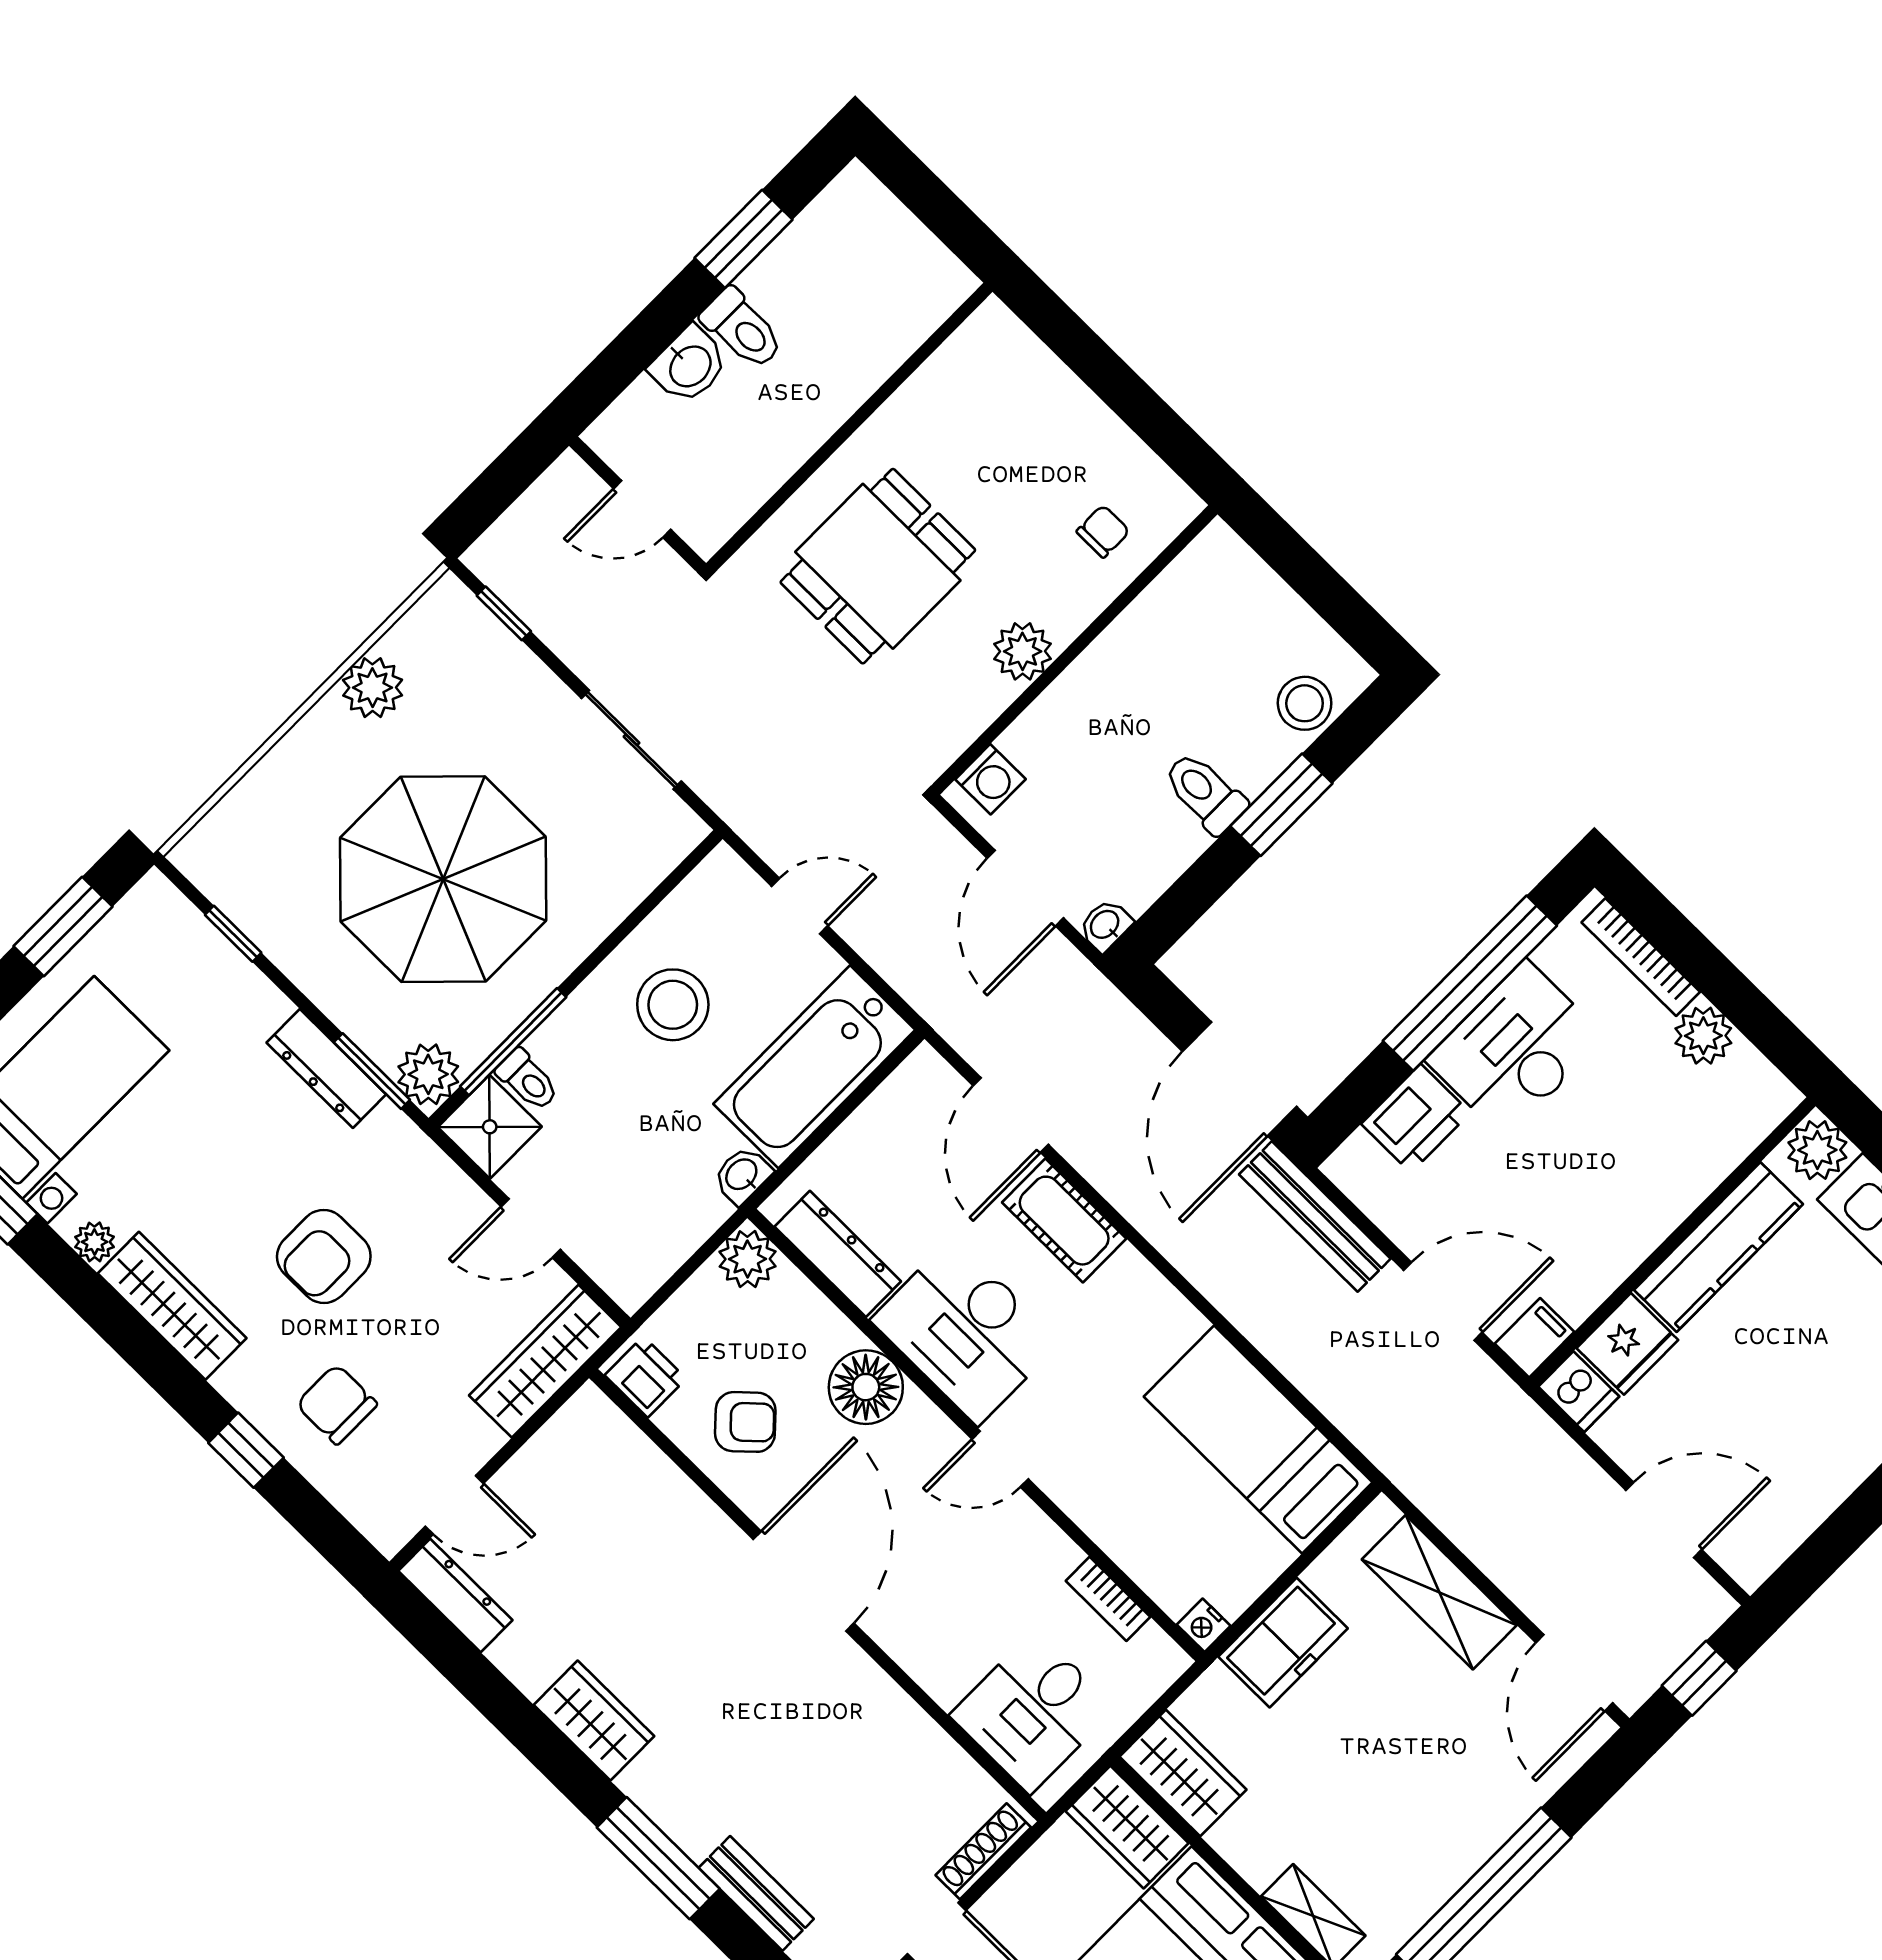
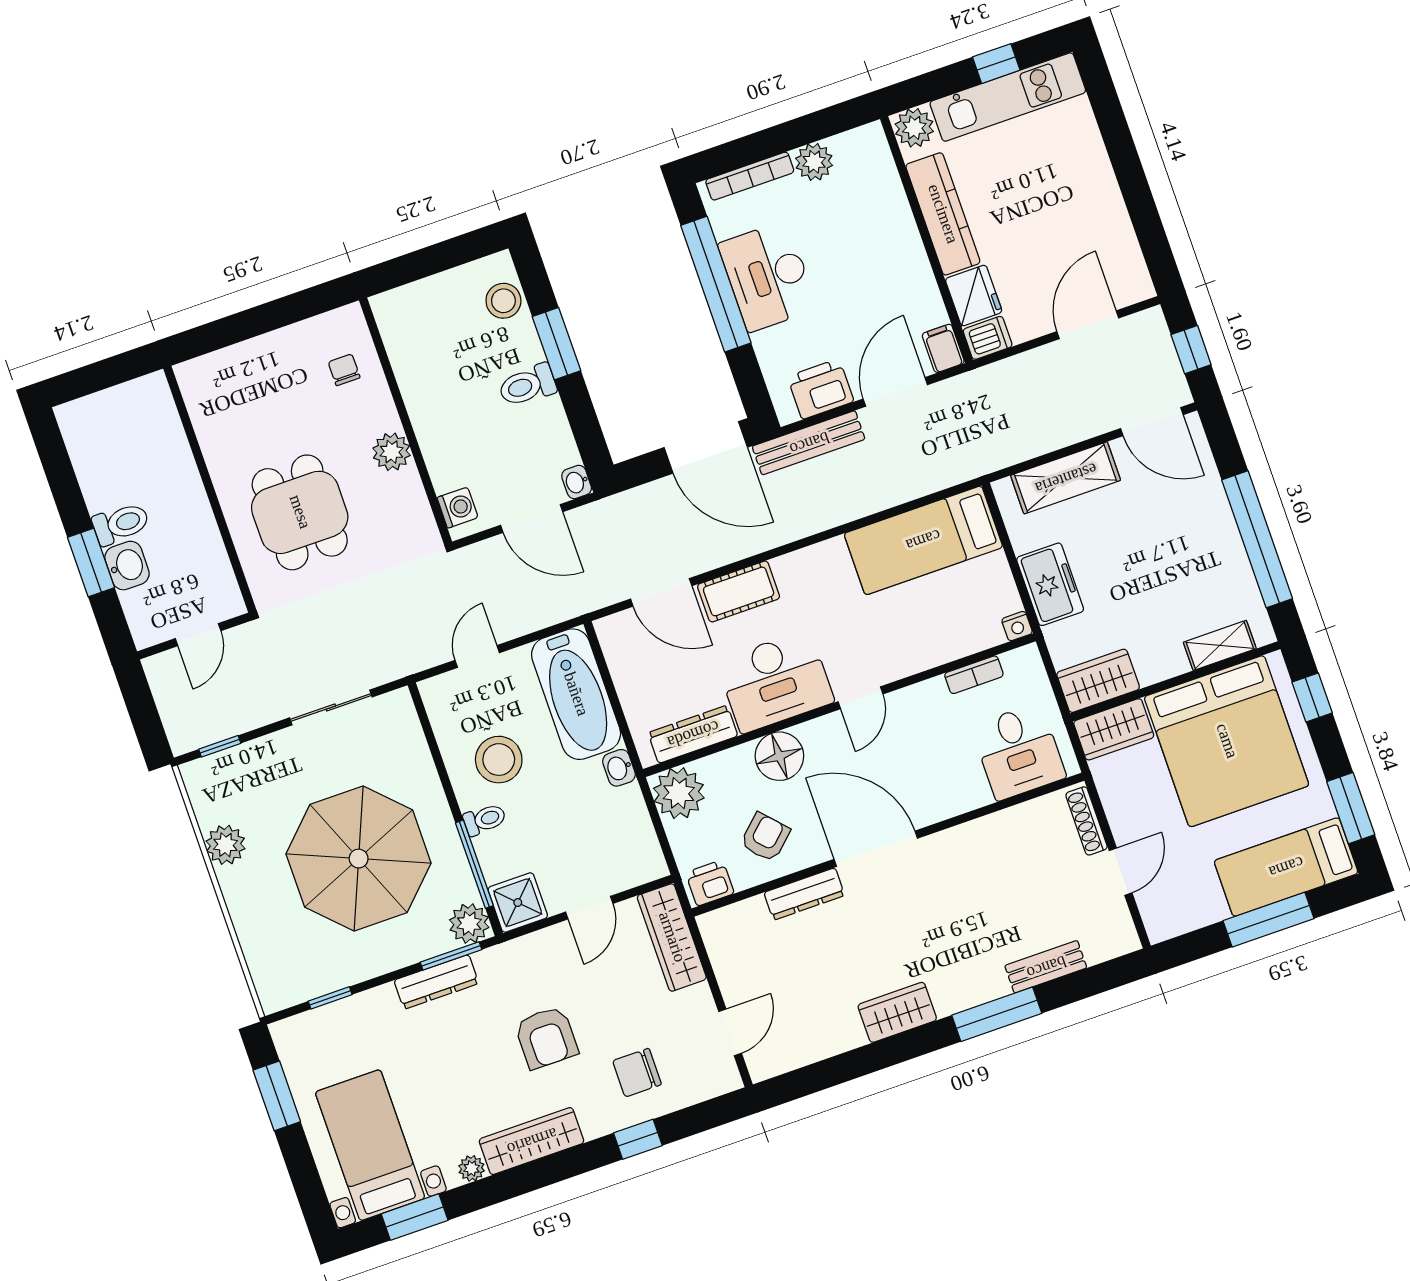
window: (743, 239) -> (91, 562), moved
toilet: (528, 1080) -> (485, 819), moved
printer: (1416, 1118) -> (821, 389), moved, turned -90
plant: (748, 1259) -> (679, 793), width x1.36, depth x1.36
dresser: (455, 1595) -> (804, 894), moved, turned 180

